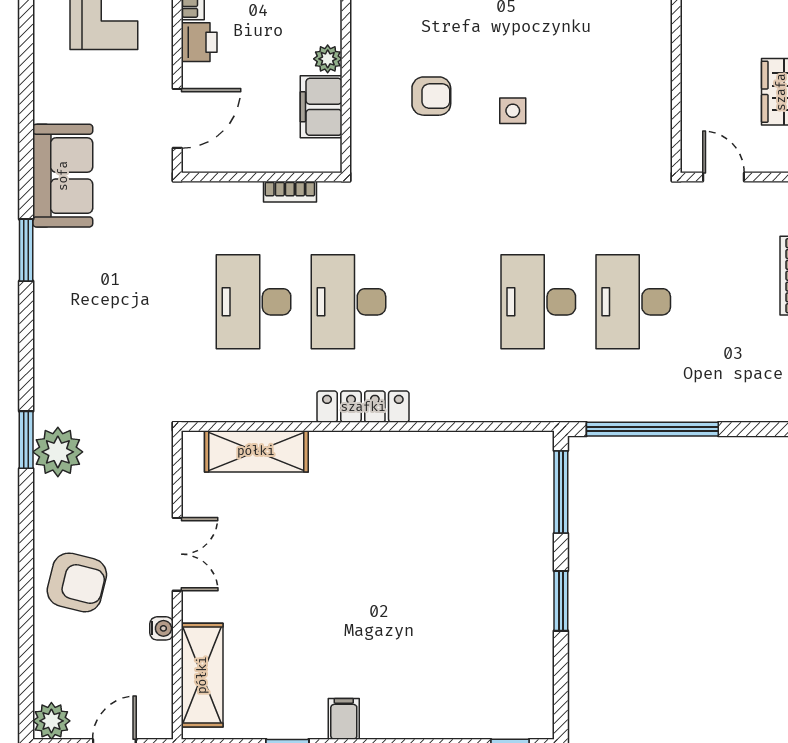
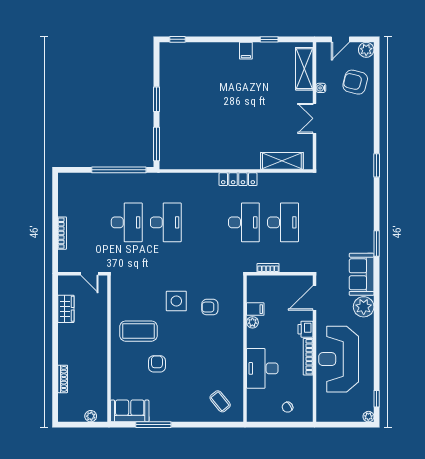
coffee table: (605, 38) -> (138, 331), added
filing cabinet: (321, 107) -> (255, 309), width x0.50
side table: (513, 111) -> (176, 301), width x1.87, depth x1.87
plant: (58, 452) -> (364, 307), moved
armchair: (77, 582) -> (355, 82), moved

